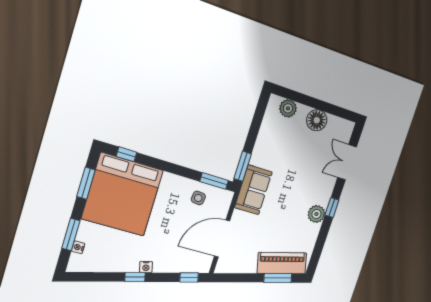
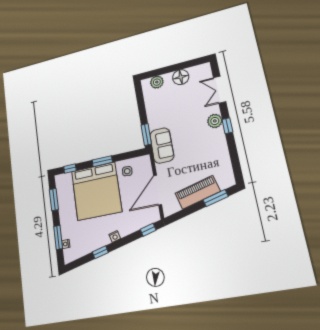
window: (214, 181) -> (102, 161), moved
bed: (122, 195) -> (96, 191), moved
plant: (316, 214) -> (215, 121), moved
piano: (282, 263) -> (198, 192), moved
window: (135, 277) -> (100, 252), moved

